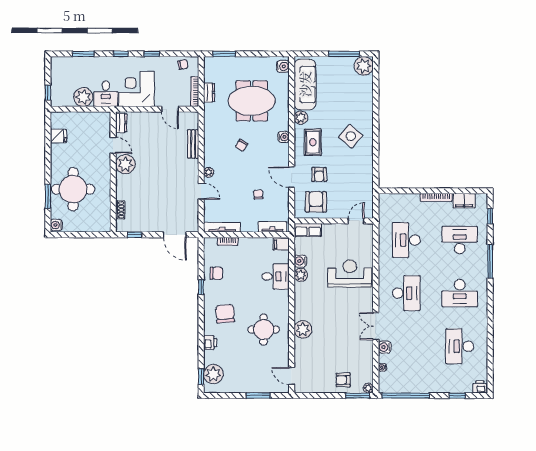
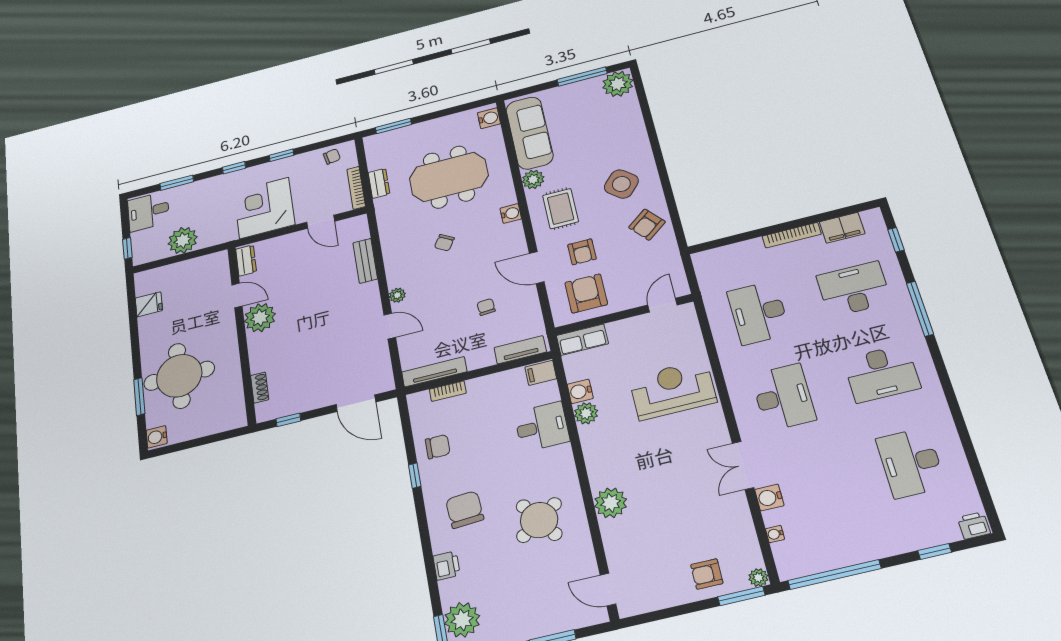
desk: (106, 94) -> (148, 211), moved, turned 90
armchair: (359, 167) -> (647, 225), added
round table: (264, 330) -> (539, 520), turned -35

